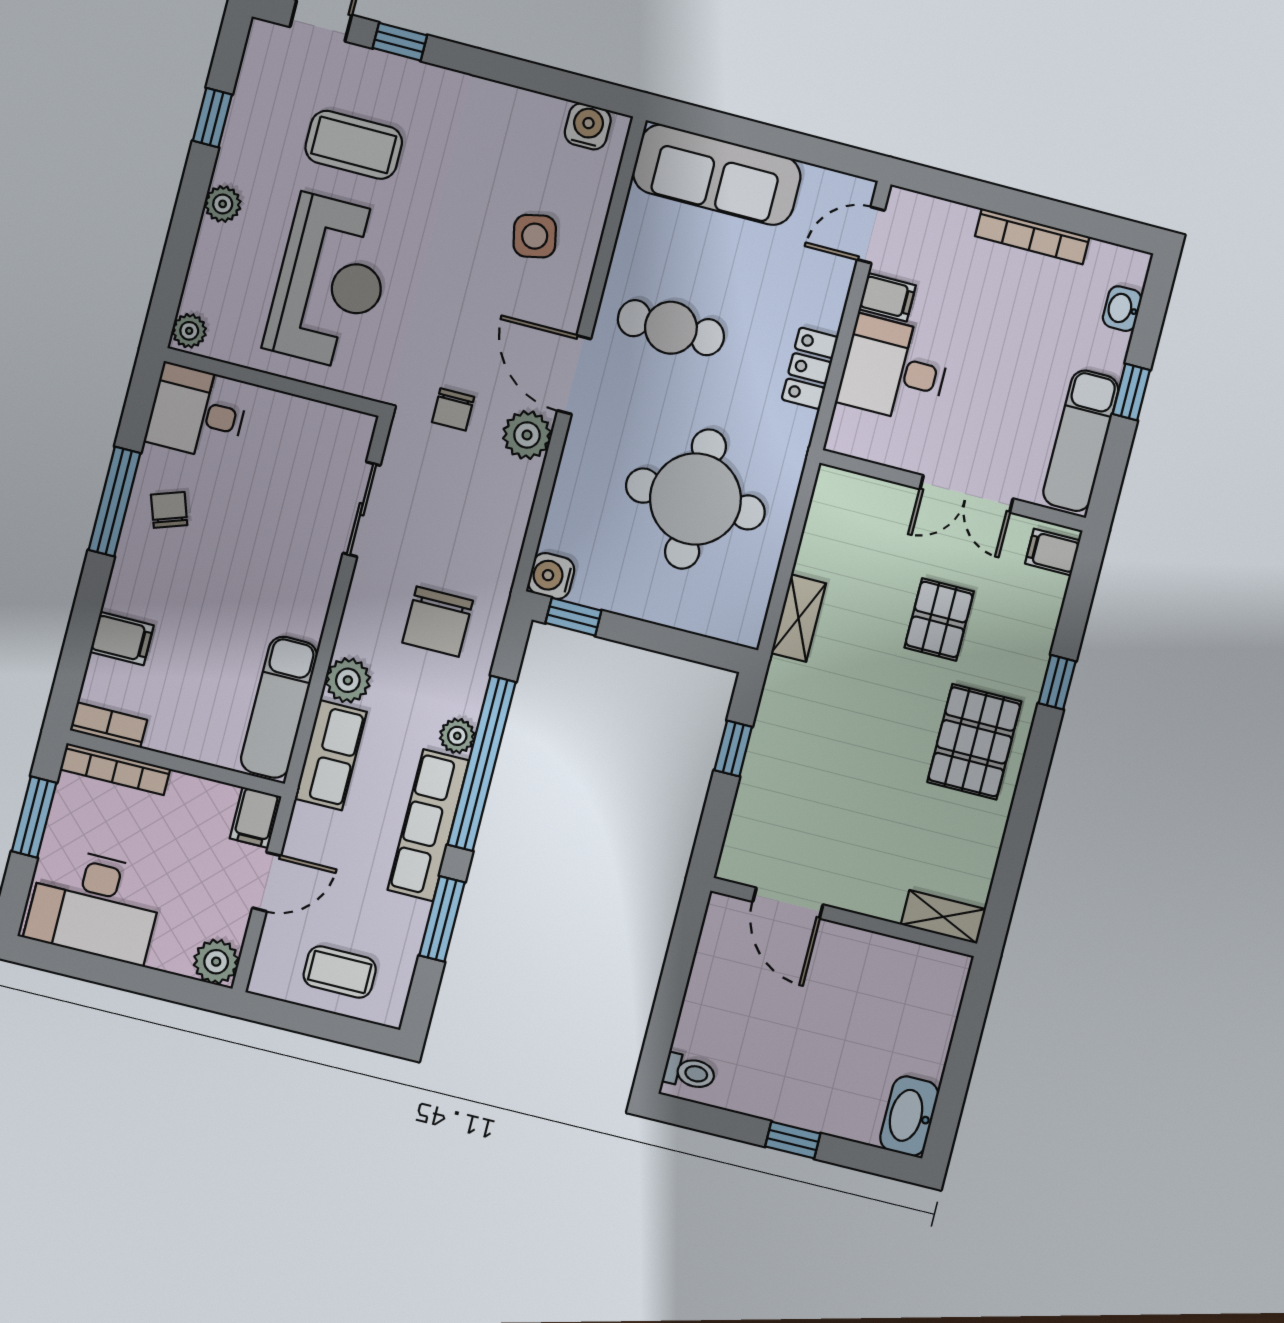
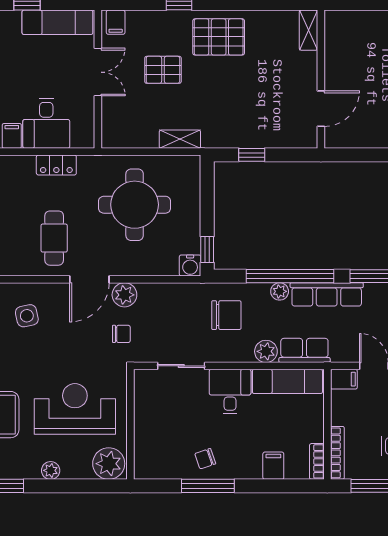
plant: (189, 331) -> (109, 464), width x1.88, depth x1.88
desk: (197, 412) -> (230, 392), moved, turned 180

